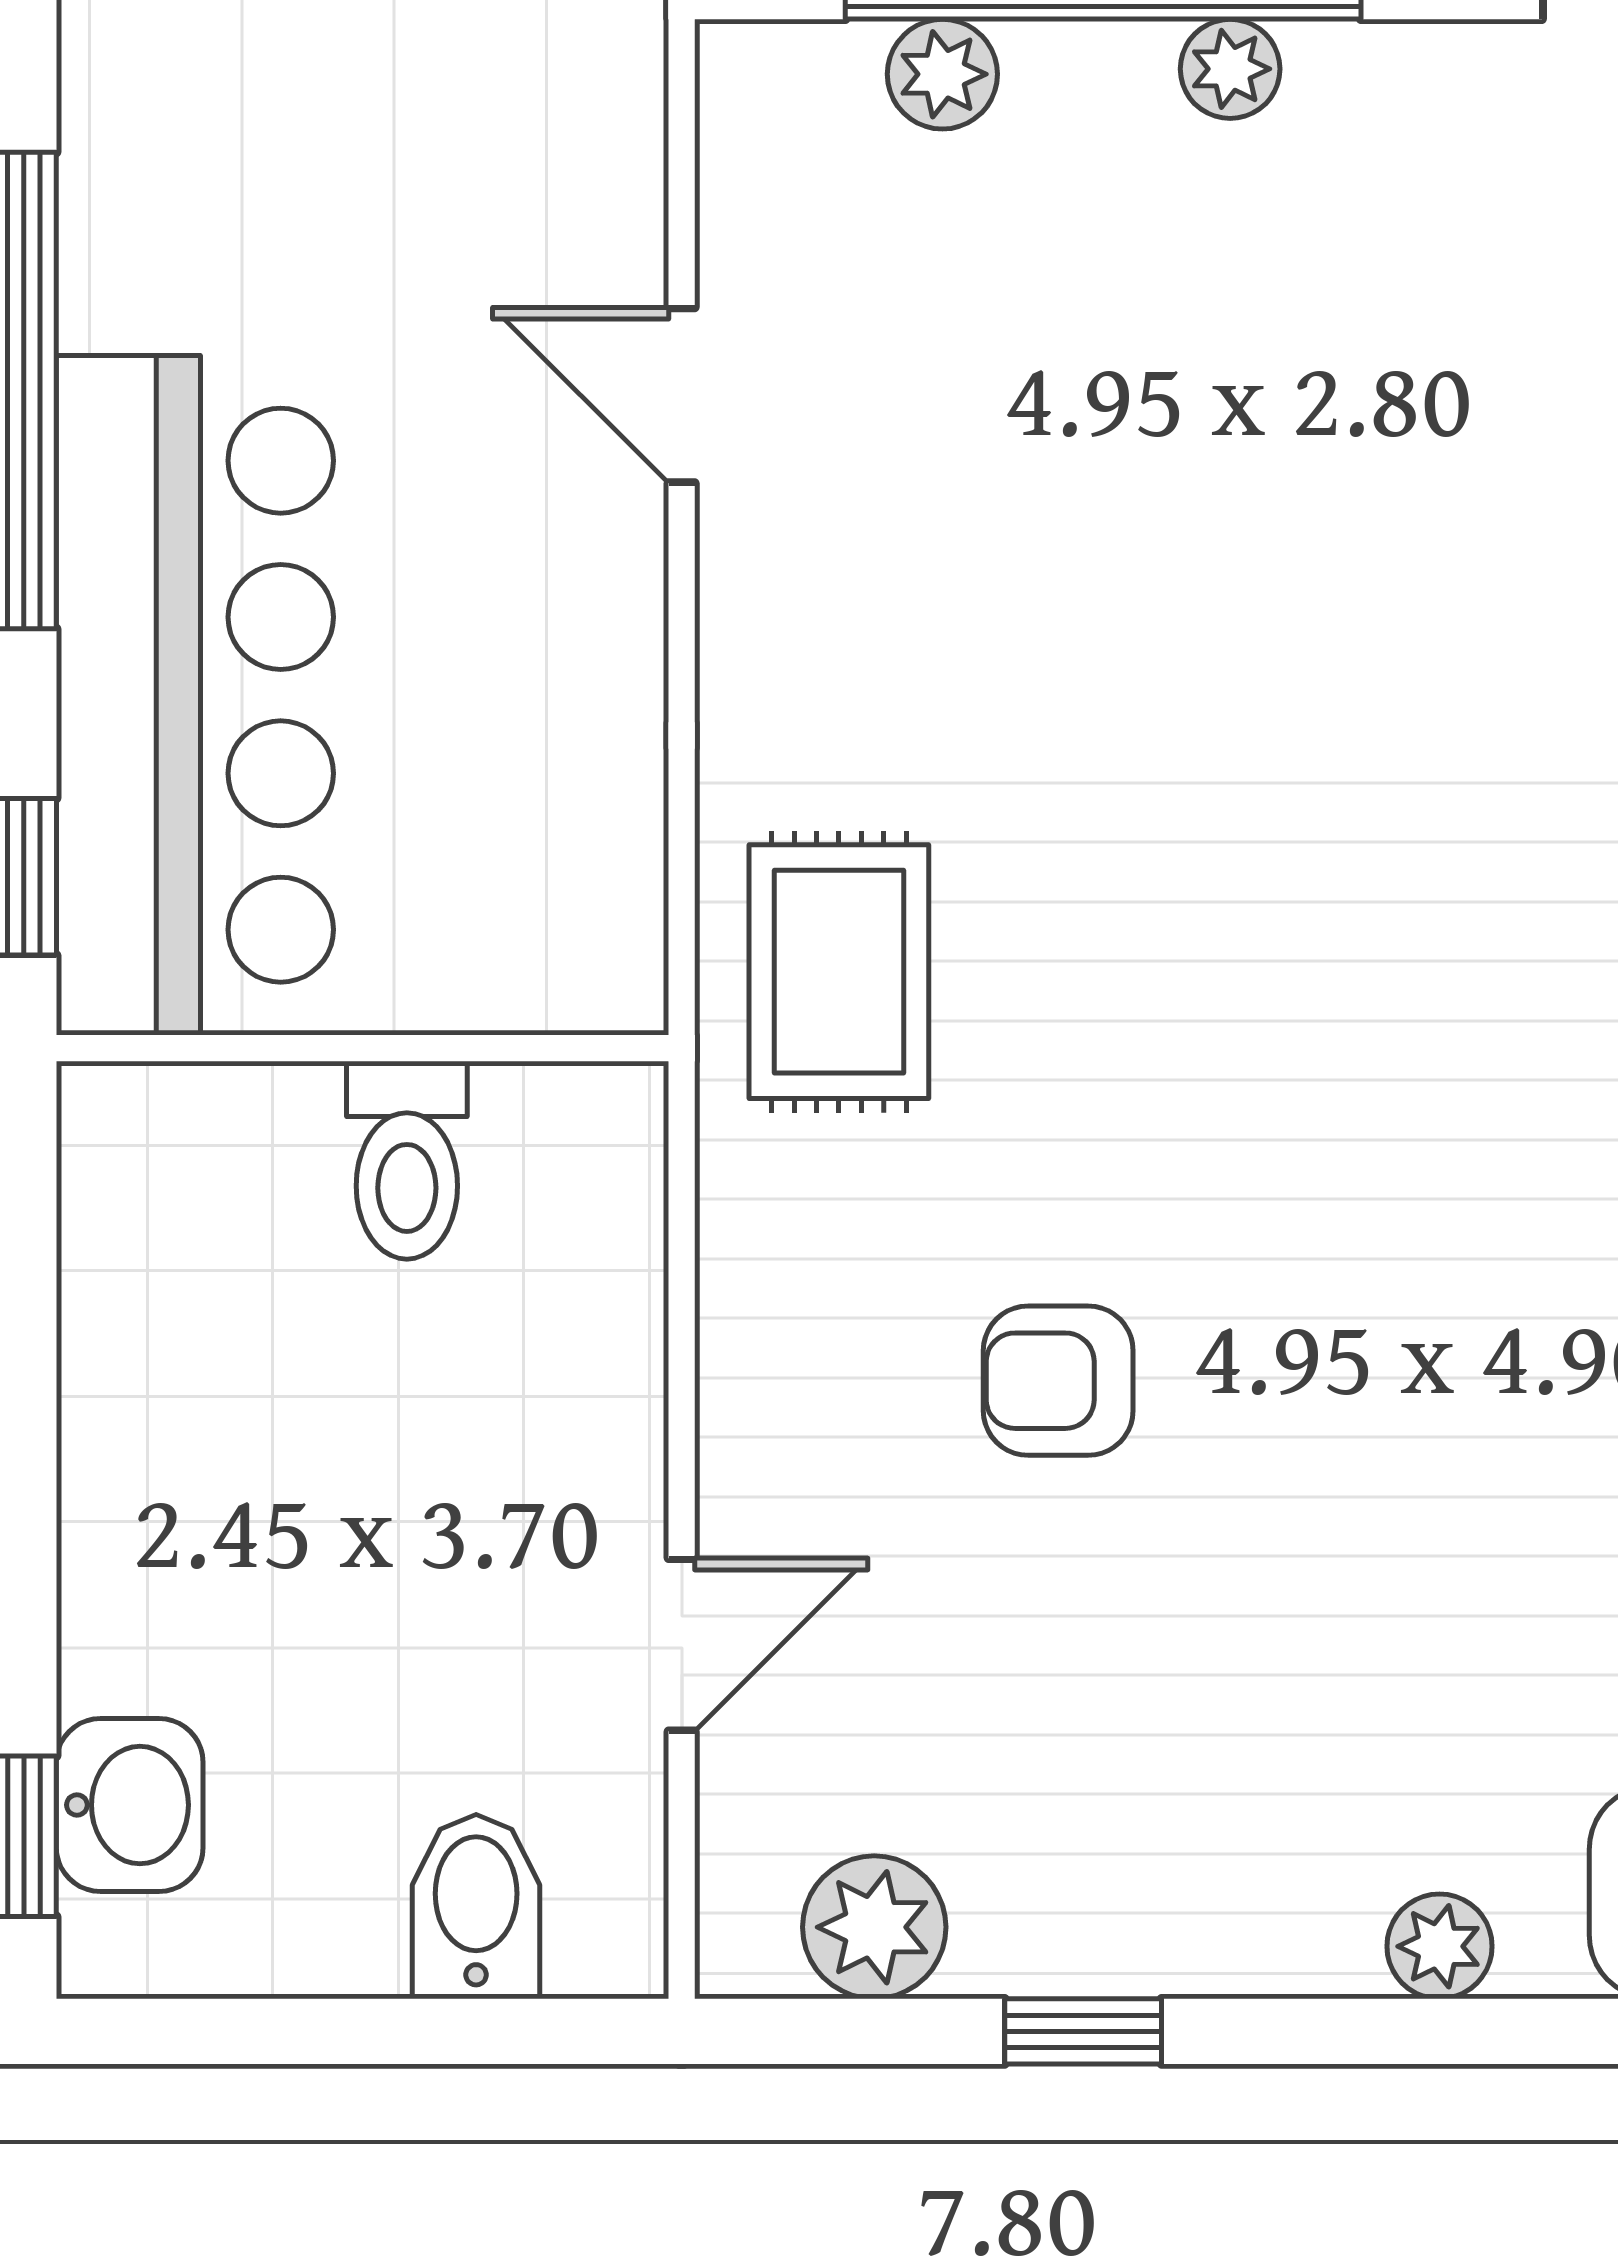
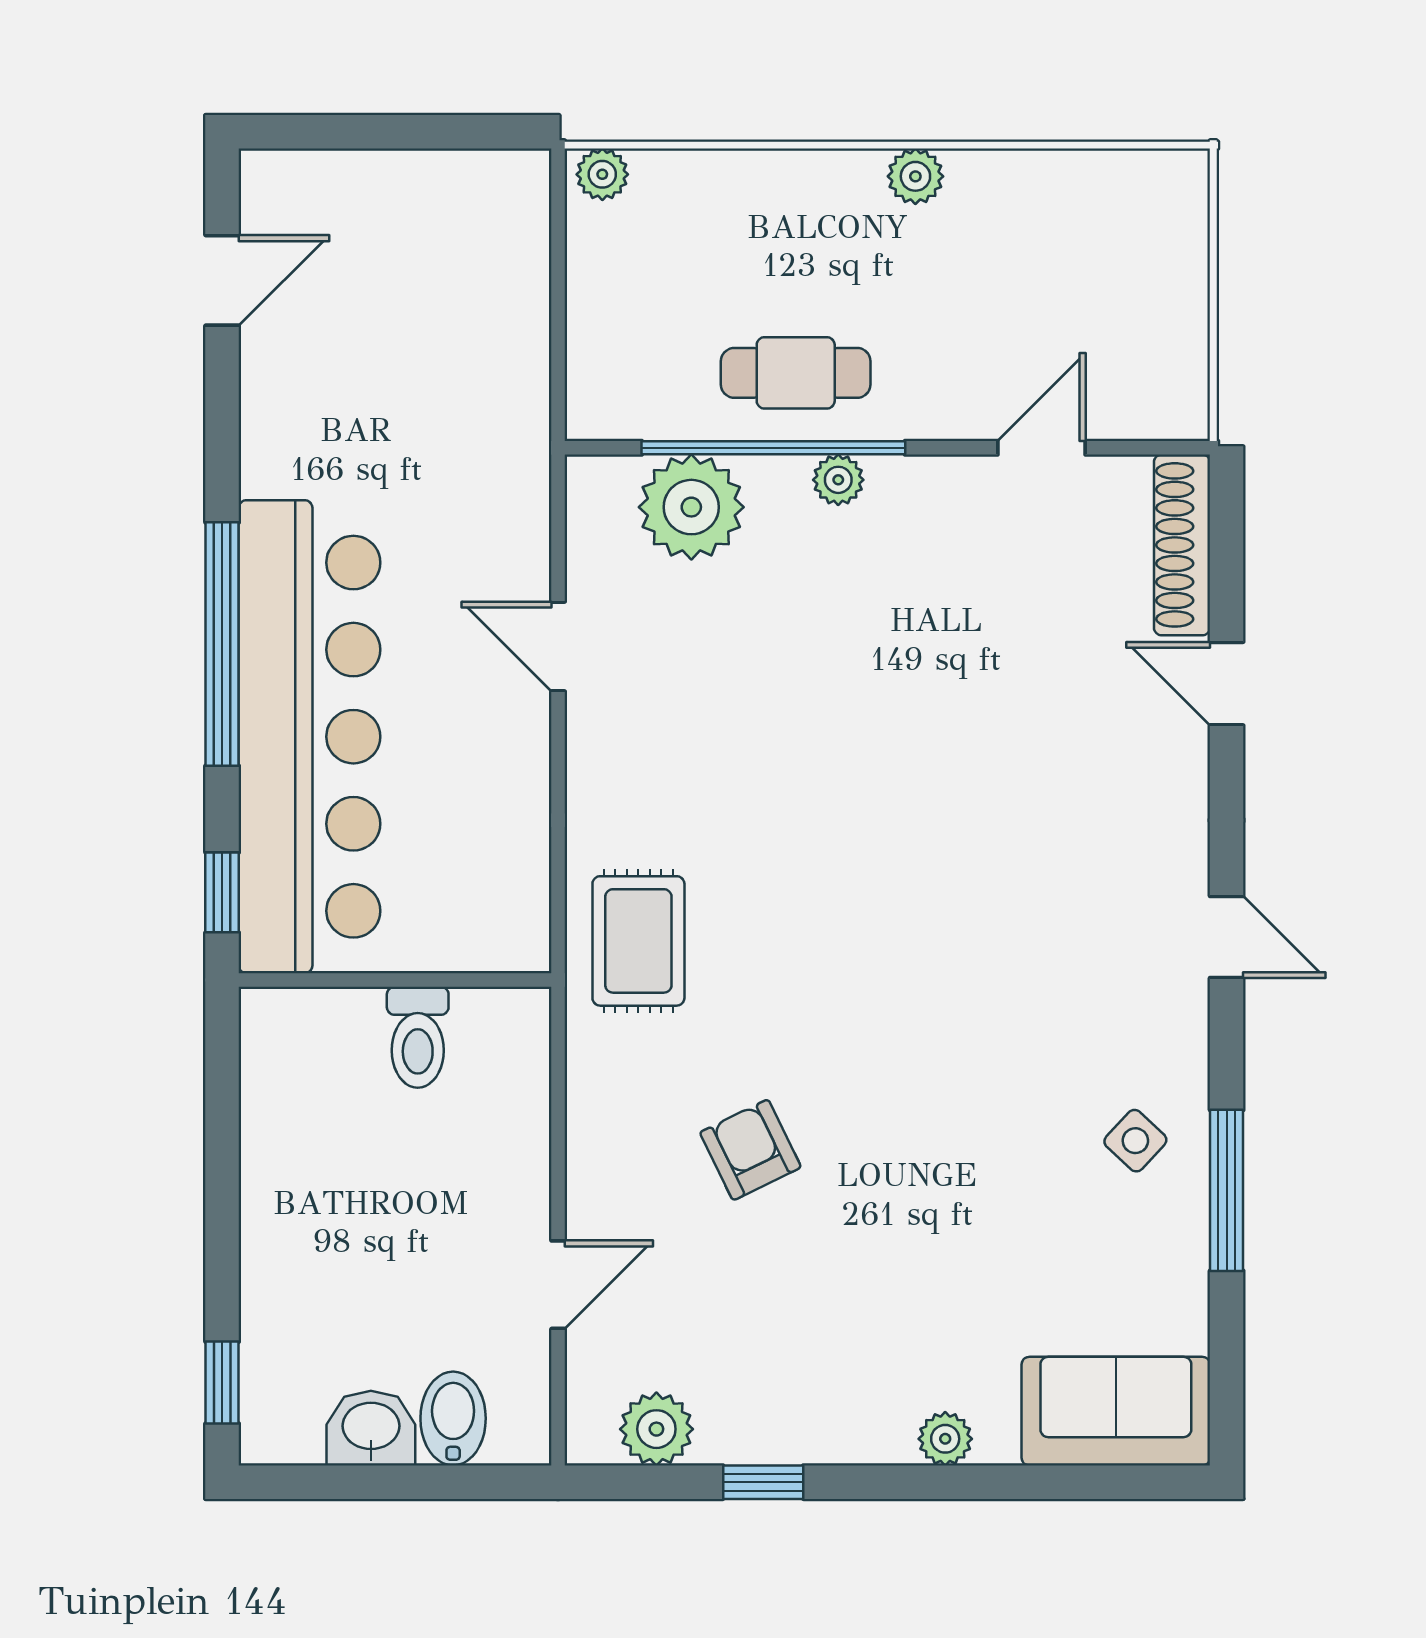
plant: (942, 74) -> (691, 507), width x1.87, depth x1.87
bar counter: (195, 695) -> (309, 737), width x1.36
armchair: (1058, 1381) -> (750, 1150), turned 64
washbasin: (130, 1805) -> (371, 1428), moved, turned -90

